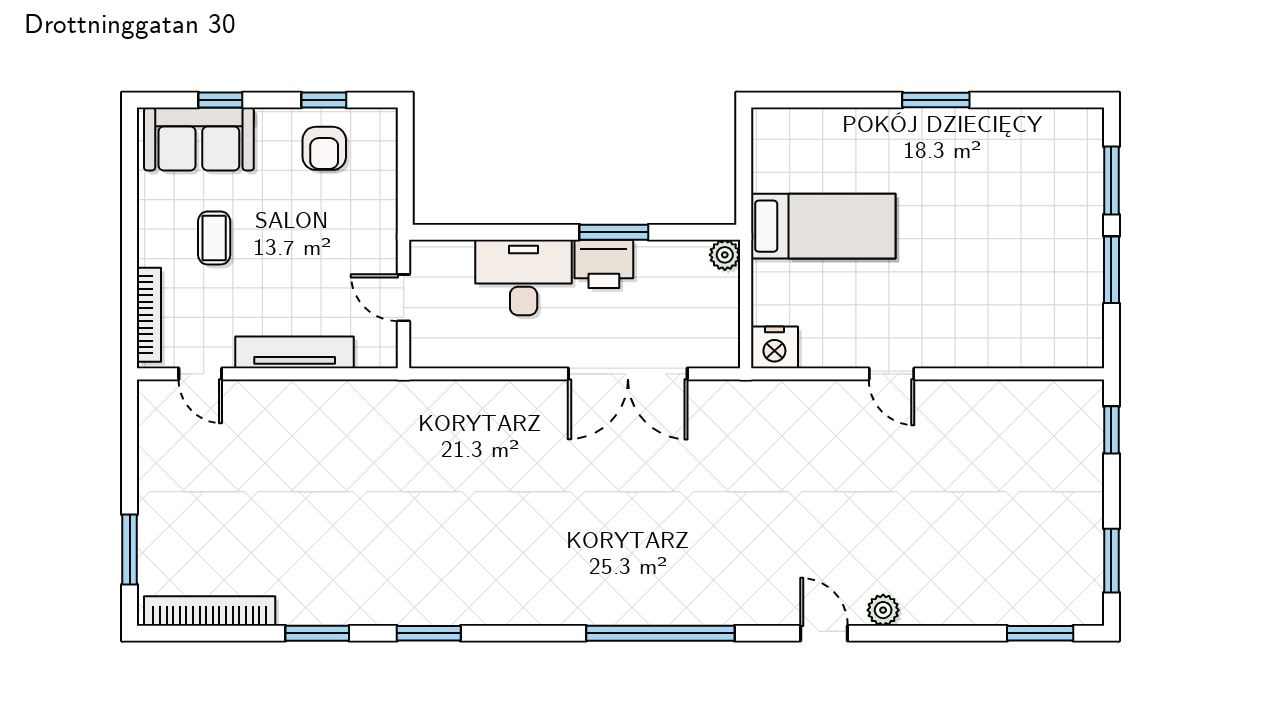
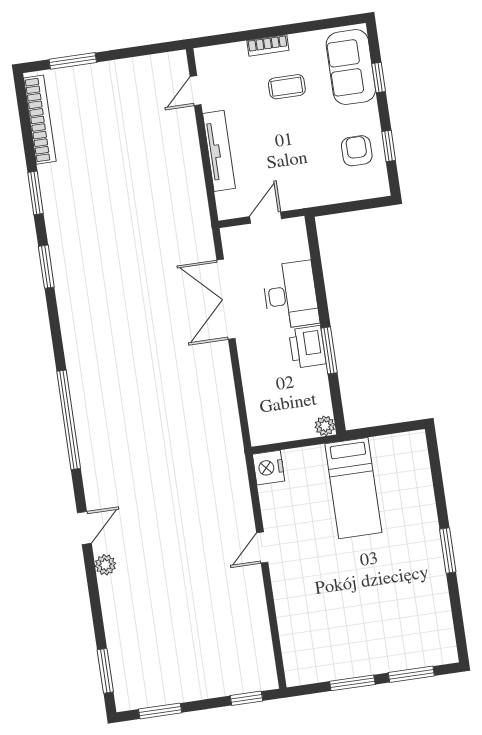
armchair: (324, 148) -> (357, 151), turned 90
bookcase: (149, 315) -> (268, 45), moved, width x0.64
double door: (628, 374) -> (226, 299), moved

